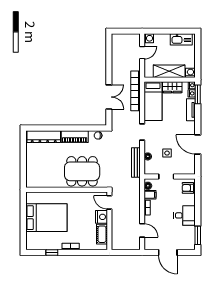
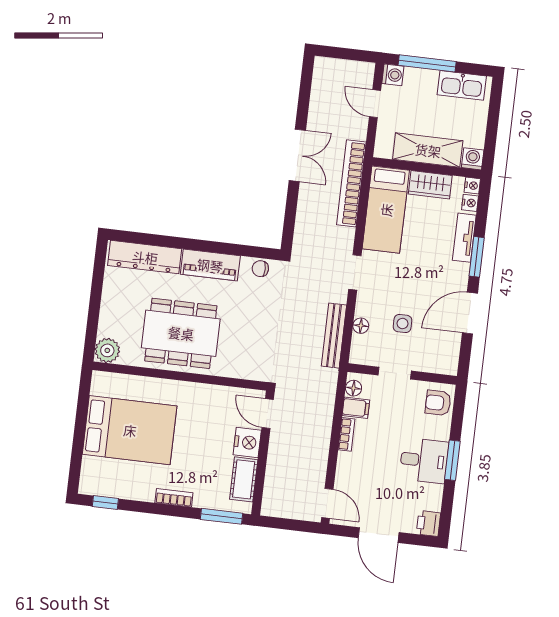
window: (164, 31) -> (427, 63), added
door: (142, 53) -> (375, 104), swing flipped
window: (198, 94) -> (477, 257), moved
double door: (109, 97) -> (297, 155), moved
door: (198, 145) -> (470, 313), hinge flipped
dining table: (82, 171) -> (181, 333), moved
plant: (32, 182) -> (107, 350), added
door: (142, 230) -> (327, 503), moved
window: (198, 235) -> (452, 460), moved
printer: (190, 244) -> (428, 523), added
window: (52, 253) -> (105, 502), moved
window: (94, 253) -> (222, 516), added

